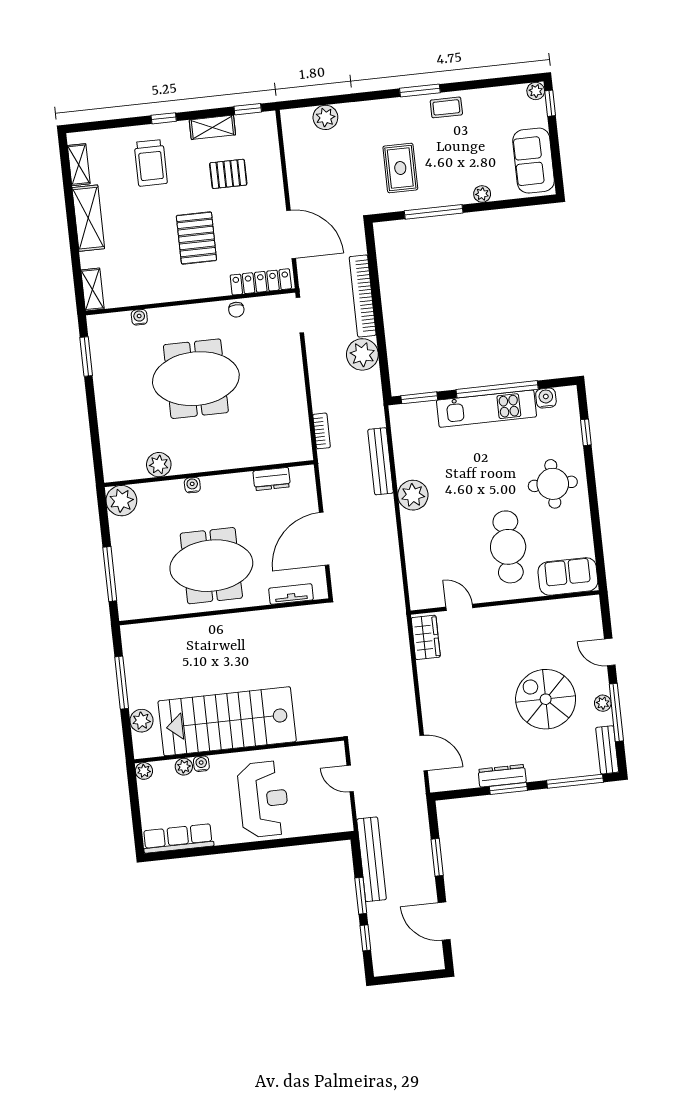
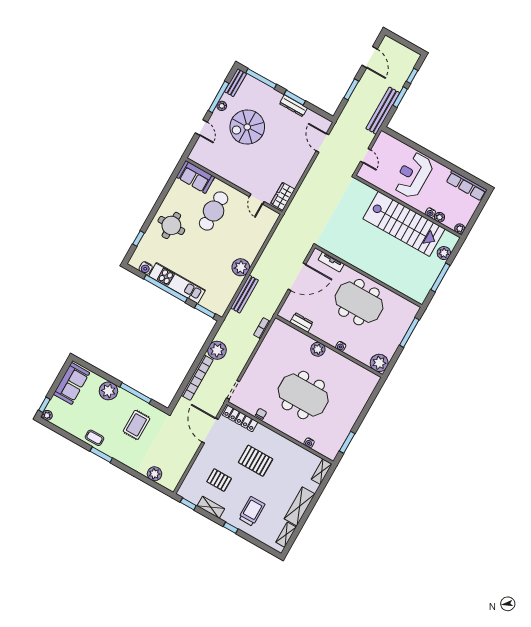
plant: (482, 194) -> (108, 391), width x1.87, depth x1.87
pallet: (196, 238) -> (256, 461), turned 90
plant: (159, 465) -> (318, 349), moved
spiral stairs: (546, 699) -> (247, 127), turned 90

